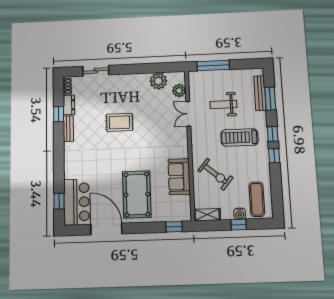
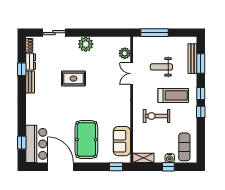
plant: (158, 81) -> (86, 44), moved
treadmill: (240, 137) -> (173, 95), turned 180
exercise bike: (215, 174) -> (157, 116), moved, turned 140
sofa: (179, 177) -> (122, 141), moved

